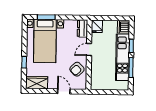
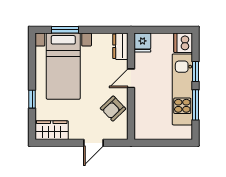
door: (64, 91) -> (94, 143), swing flipped

